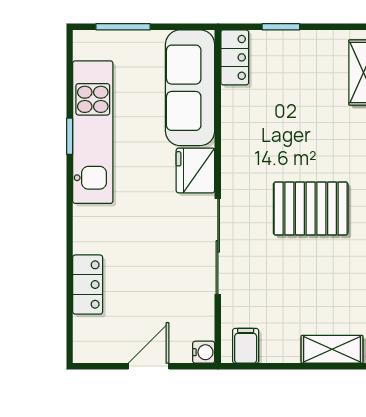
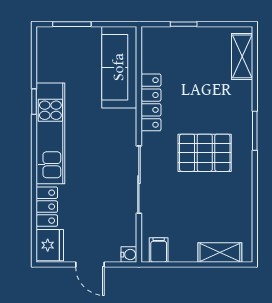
locker: (235, 57) -> (151, 102), moved, width x1.53
kitchen unit: (93, 132) -> (50, 133), moved
fridge: (195, 170) -> (50, 245), moved, turned 180
door: (149, 366) -> (90, 264), swing flipped

